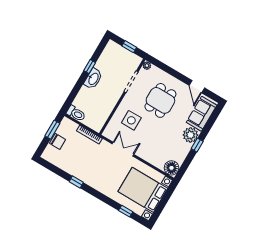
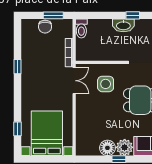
double door: (123, 149) -> (74, 81), moved
floor lamp: (172, 168) -> (107, 148), moved

